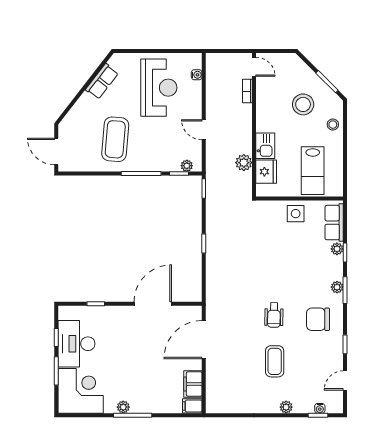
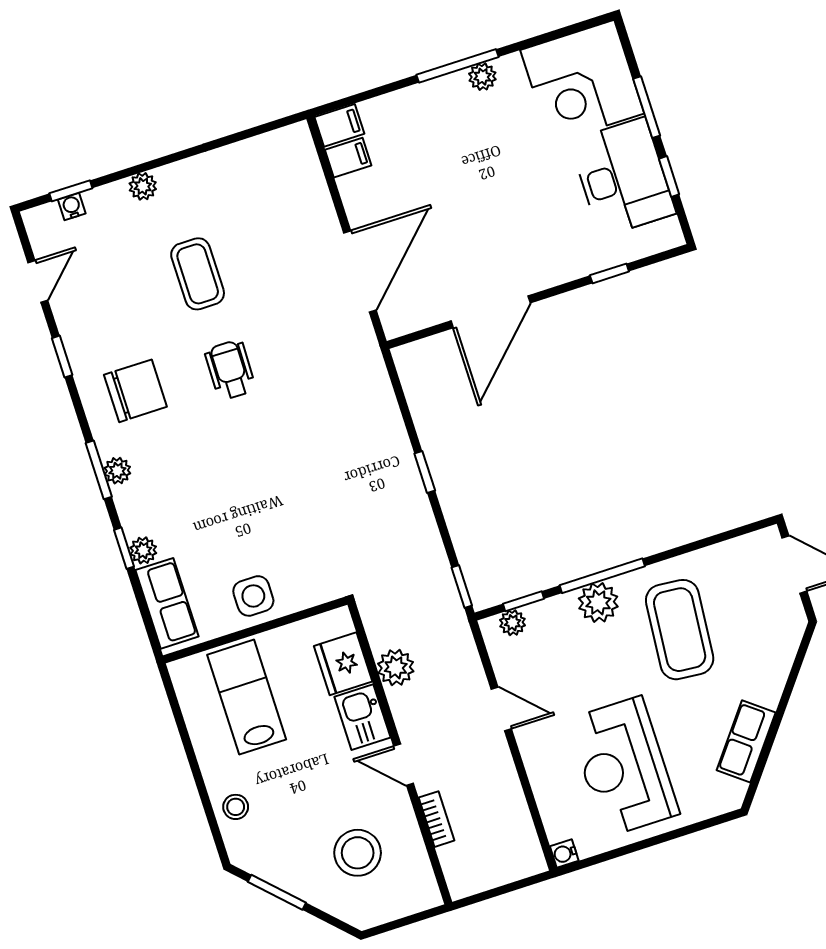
door: (254, 67) -> (404, 765), moved
water cooler: (197, 75) -> (564, 854), moved
stool: (303, 104) -> (358, 853), moved
plant: (147, 162) -> (598, 602), added
filing cabinet: (193, 384) -> (348, 158), width x0.50

